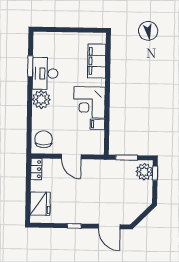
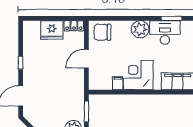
chair: (44, 139) -> (102, 32), turned 180
fridge: (40, 204) -> (52, 30), moved

